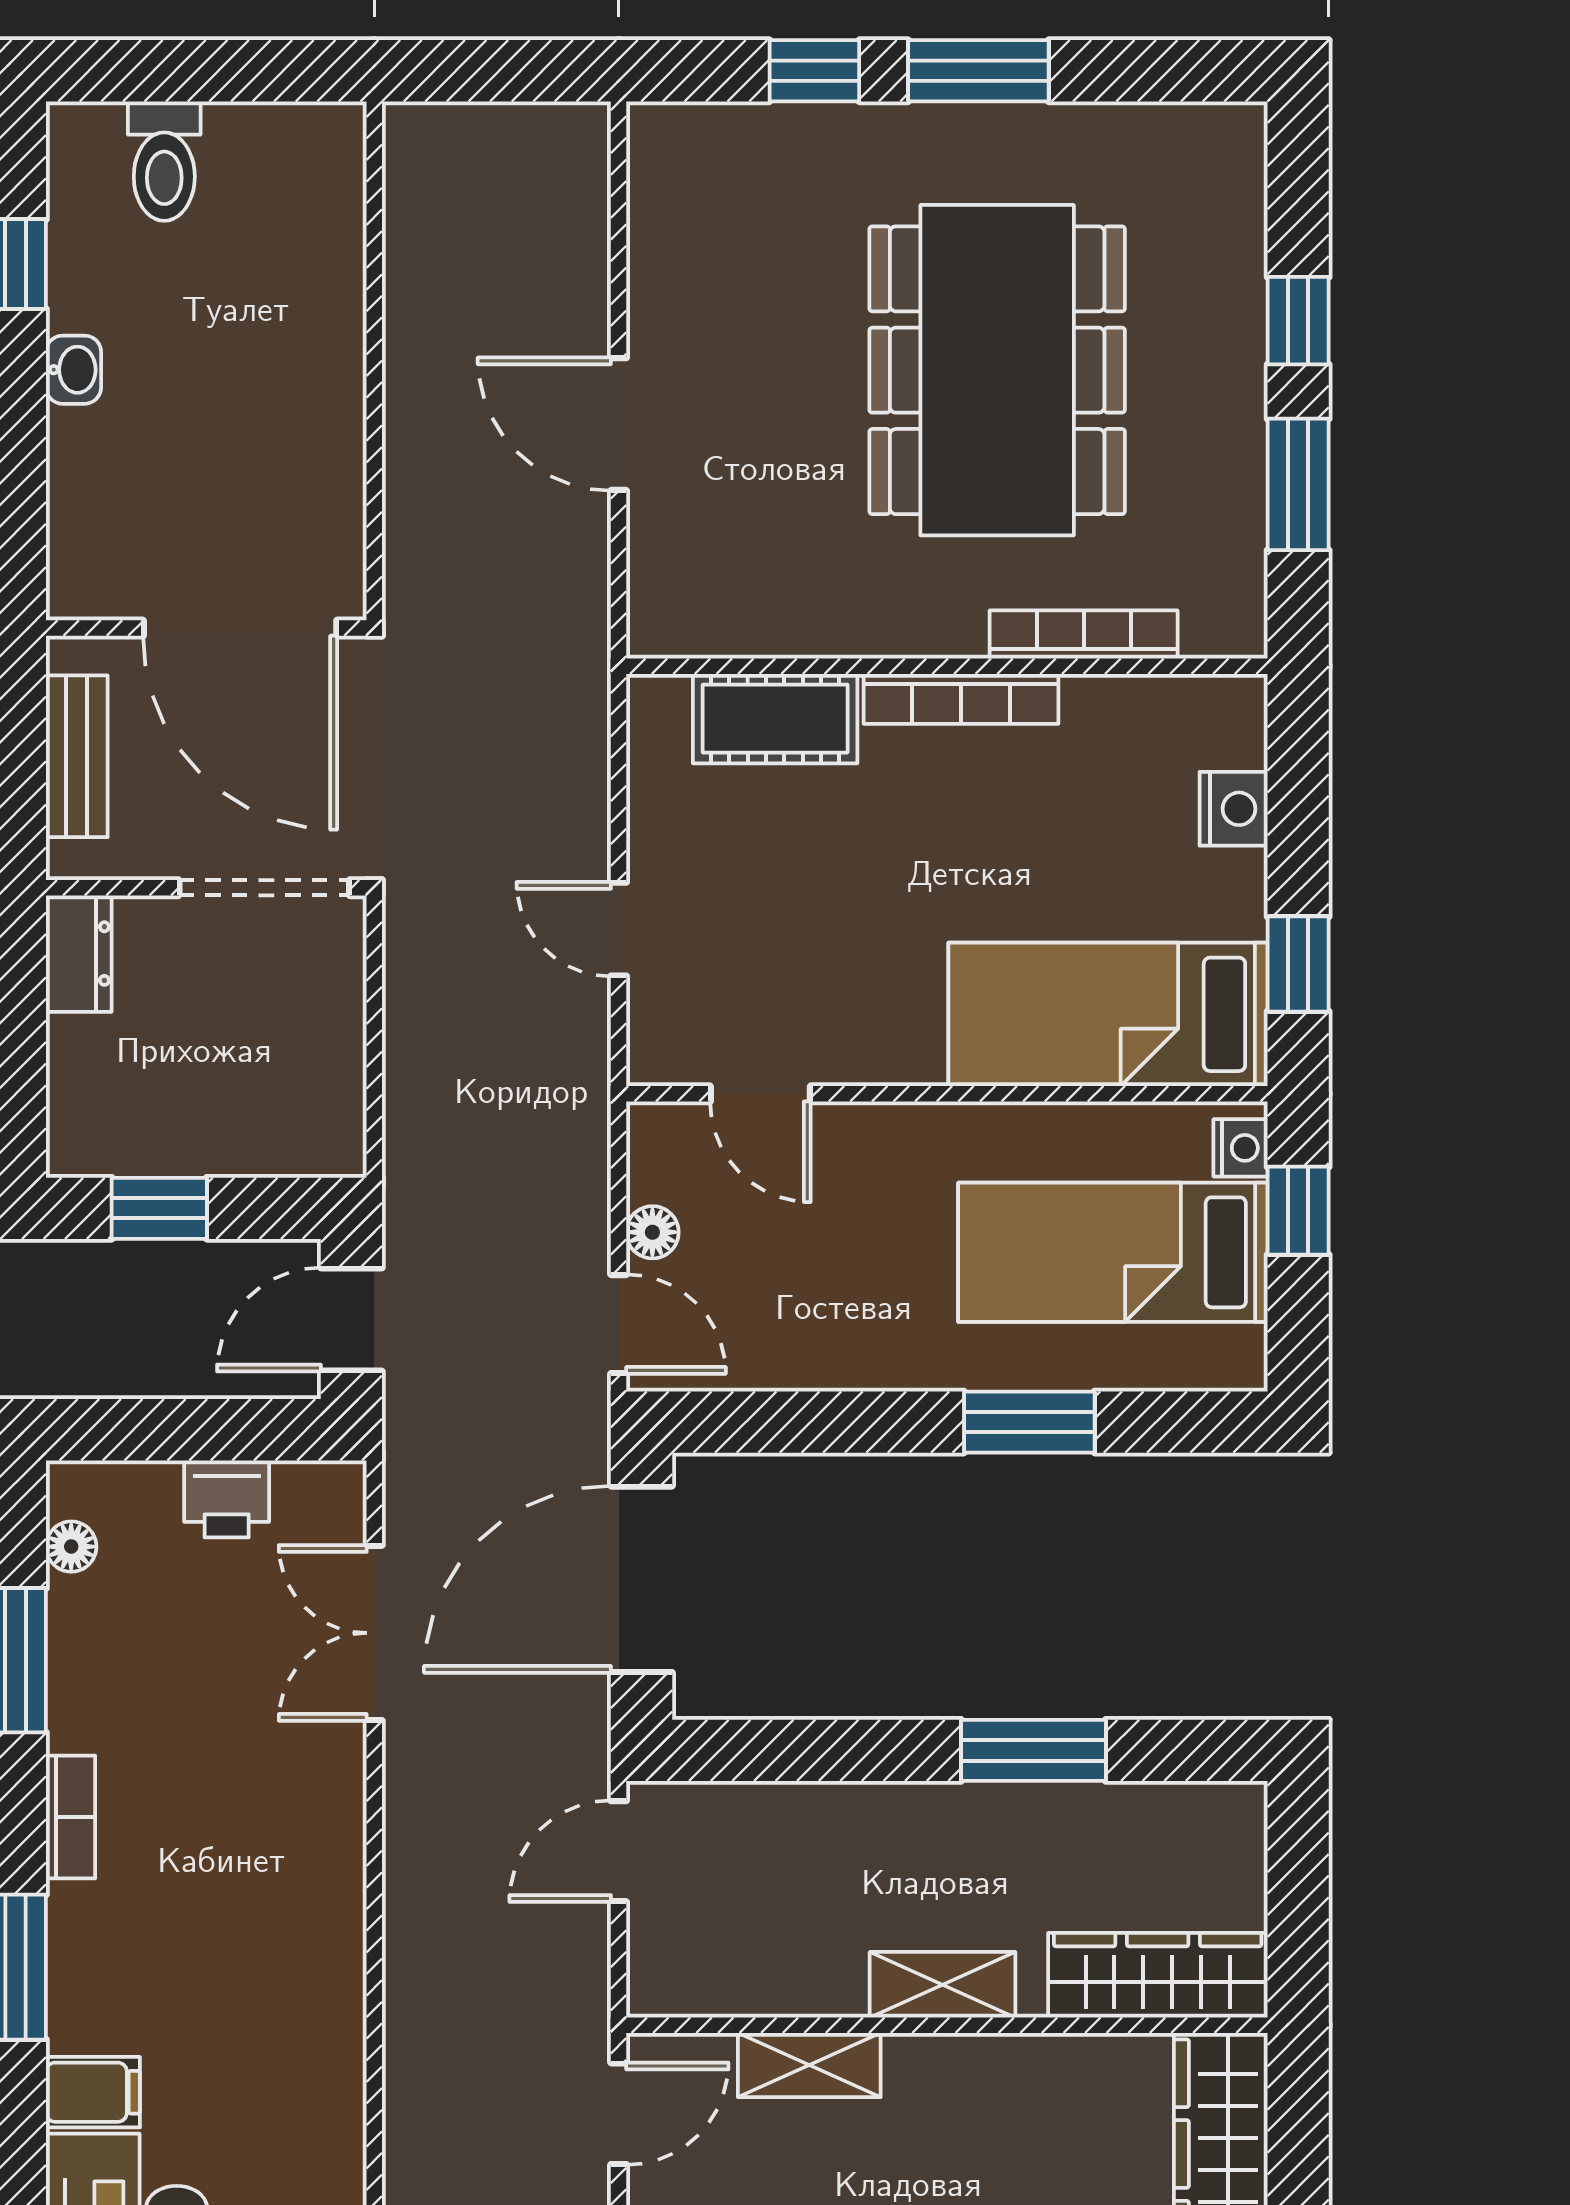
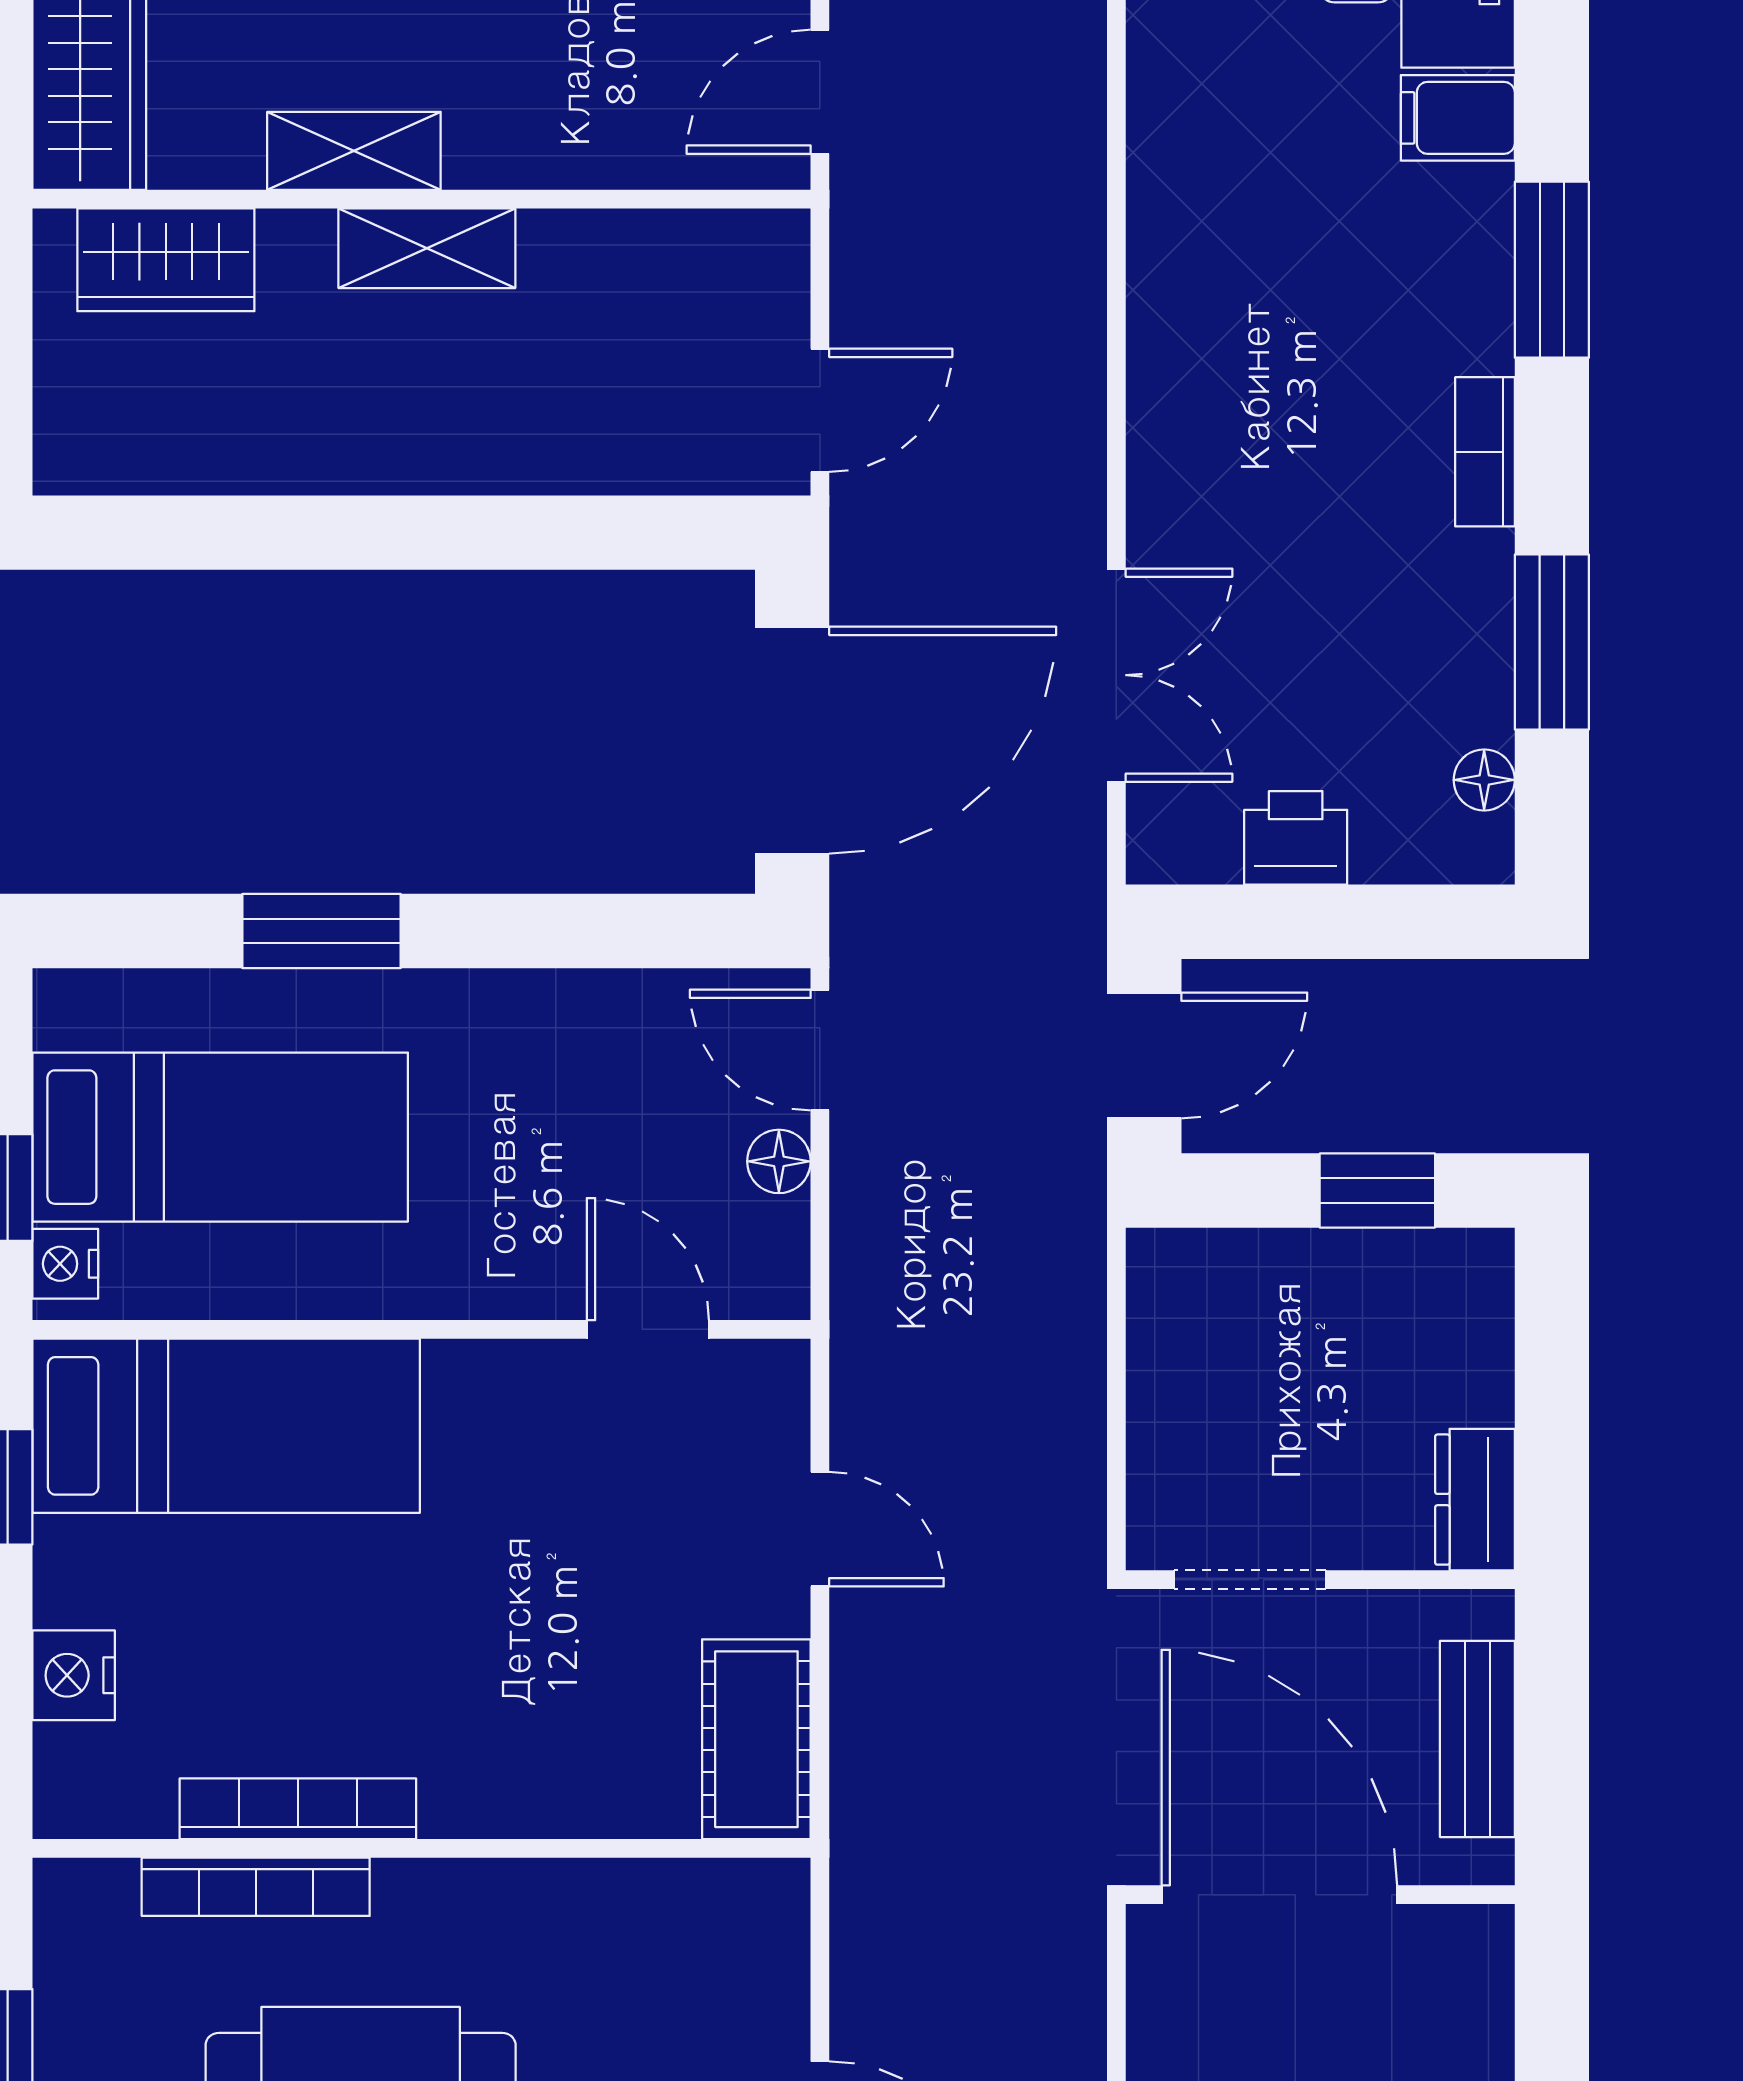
bookcase: (961, 699) -> (298, 1809), moved
cot: (775, 719) -> (756, 1739), moved, turned 90
doorway: (264, 888) -> (1250, 1580), width x0.73
window: (1033, 1750) -> (316, 533), removed
wardrobe: (1158, 1975) -> (166, 260), width x0.67
shelving: (809, 2065) -> (354, 151), moved

